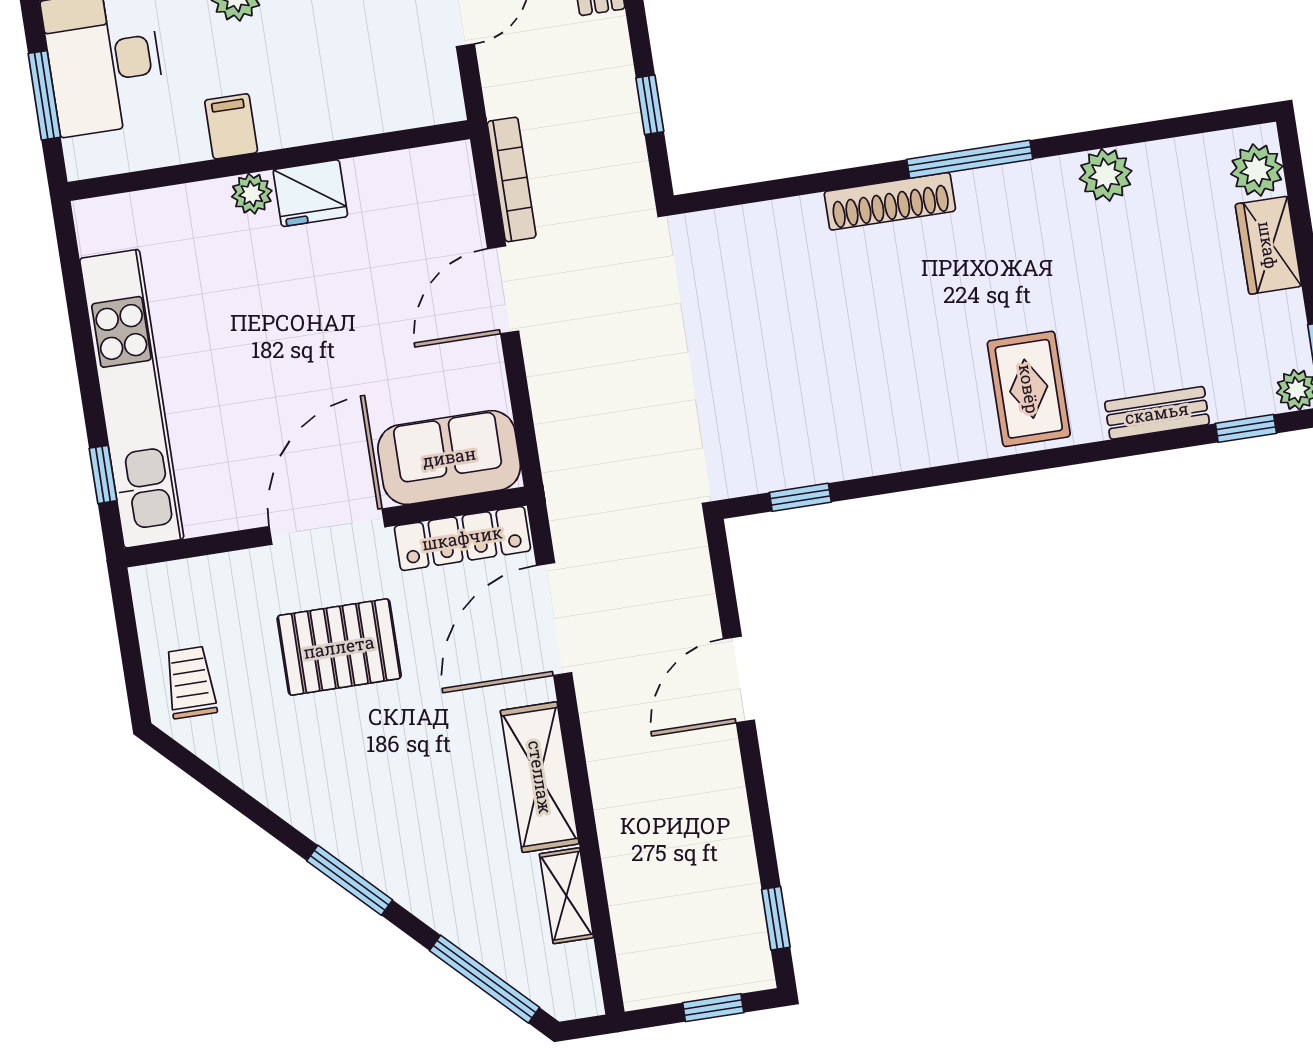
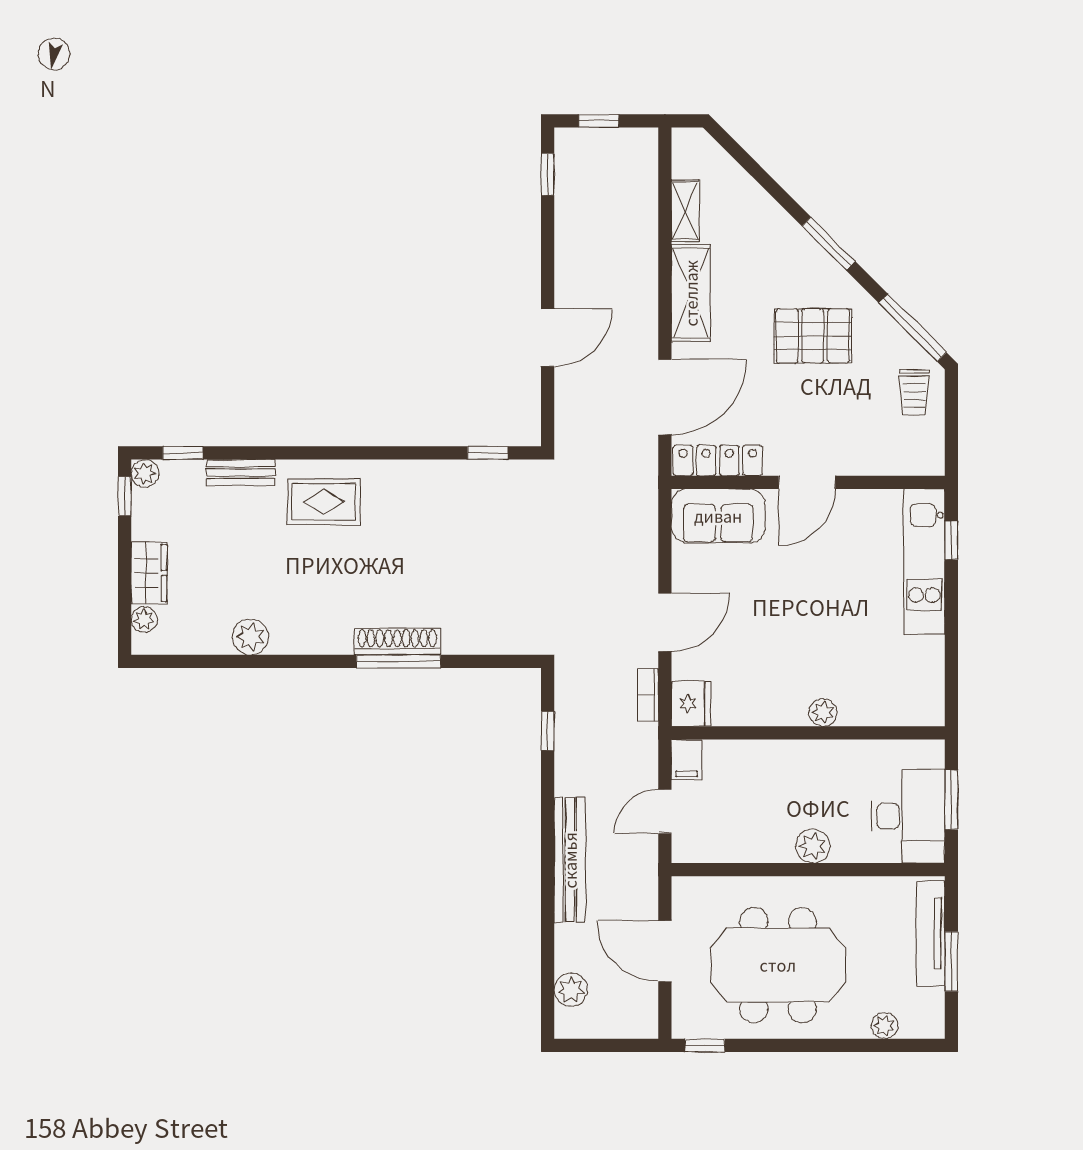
filing cabinet: (231, 126) -> (687, 760), moved
window: (970, 159) -> (398, 661), moved
plant: (1257, 170) -> (144, 619), width x0.73, depth x0.73
bookcase: (512, 179) -> (648, 695), width x0.64
fridge: (310, 193) -> (691, 704), moved, turned 90
rug: (1029, 389) -> (324, 502), turned 90
kitchen unit: (132, 399) -> (924, 562), width x0.73
door: (327, 527) -> (807, 482), width x0.73
pallet: (339, 647) -> (813, 336), moved
window: (484, 979) -> (913, 328), moved

